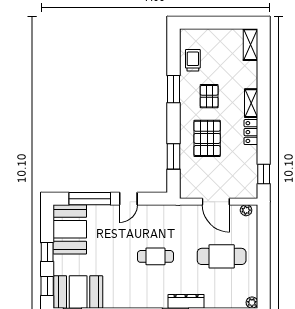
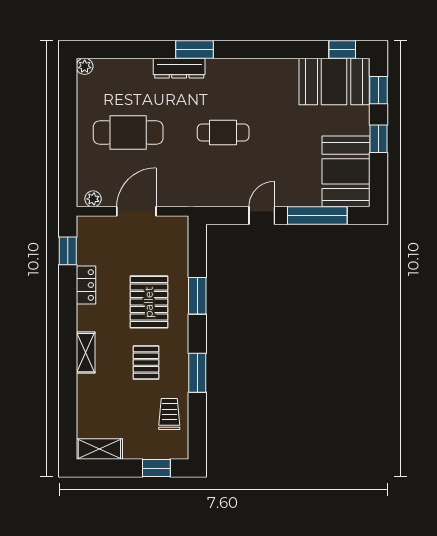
window: (202, 23) -> (156, 468), added
shelving: (250, 45) -> (99, 449), moved, turned 90
trolley: (193, 60) -> (169, 414), turned 180
locker: (251, 132) -> (86, 285), moved
window: (174, 156) -> (197, 296), moved
door: (216, 202) -> (136, 211), hinge flipped

